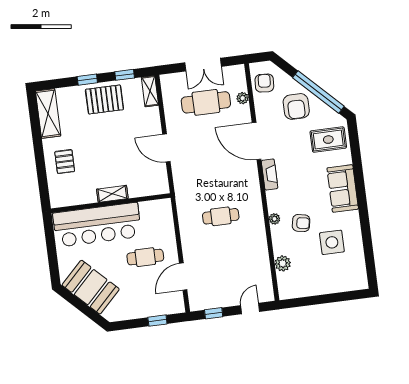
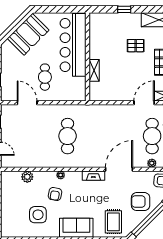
door: (166, 148) -> (144, 103), moved
window: (40, 162) -> (124, 9), added
pallet: (65, 162) -> (136, 46), moved
shelving: (112, 194) -> (94, 70), moved
cafe table: (221, 216) -> (68, 136), width x1.37, depth x1.35

